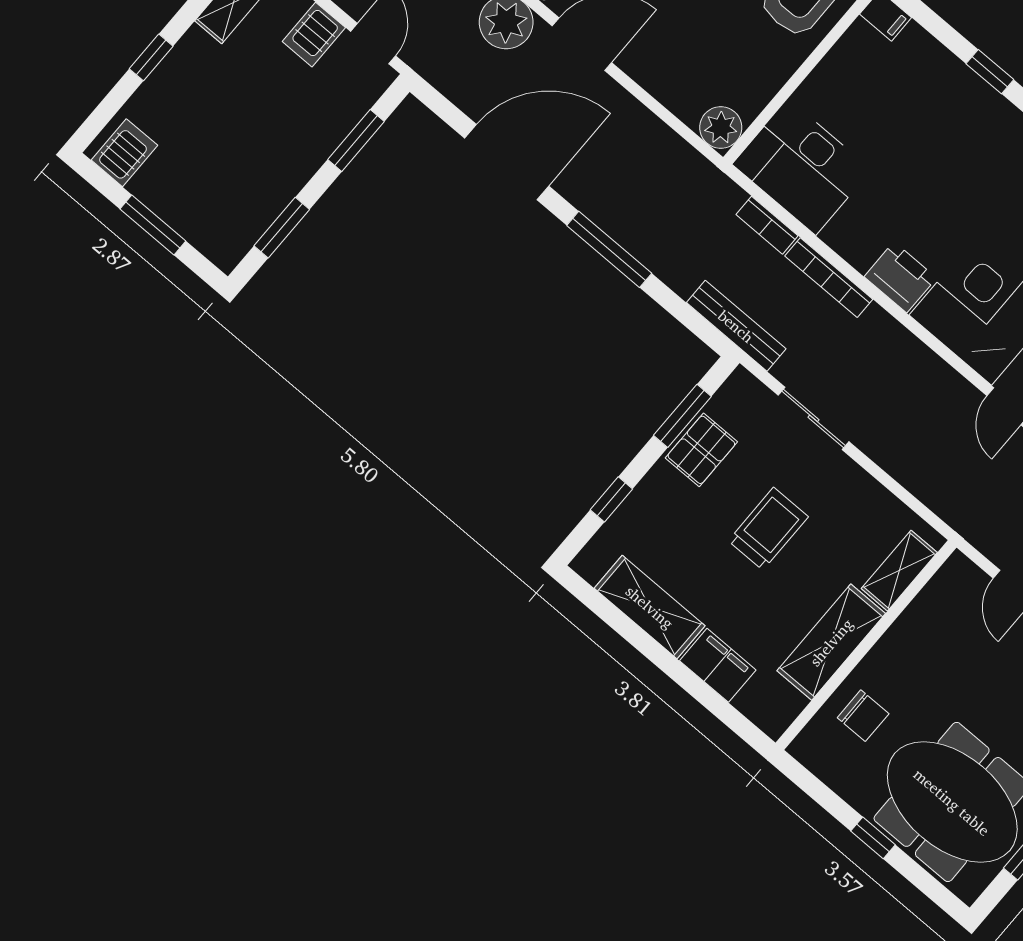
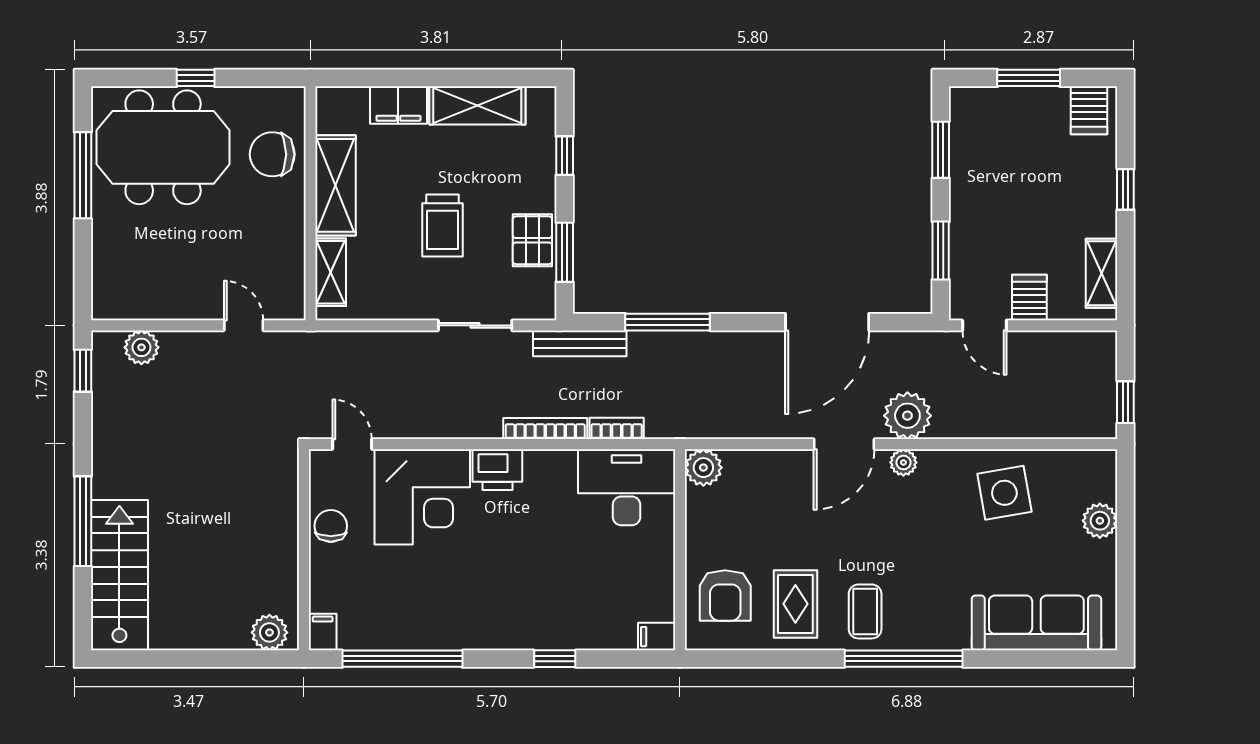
window: (609, 249) -> (668, 322), moved
chair: (863, 716) -> (272, 154), width x1.37, depth x1.37

